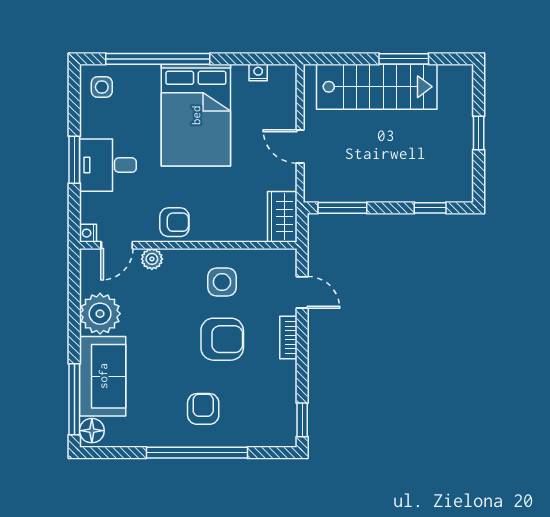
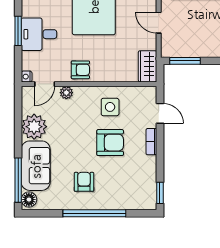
armchair: (203, 409) -> (84, 182), moved

